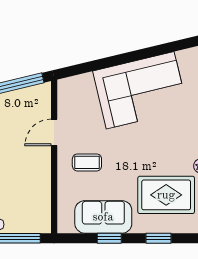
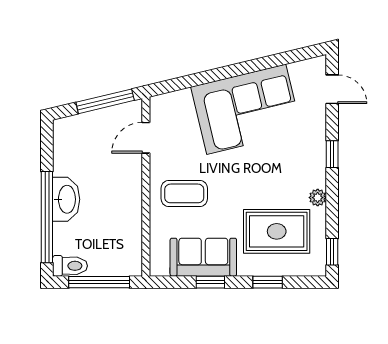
door: (54, 132) -> (146, 138), moved
coffee table: (87, 162) -> (184, 193), width x1.36, depth x1.30

